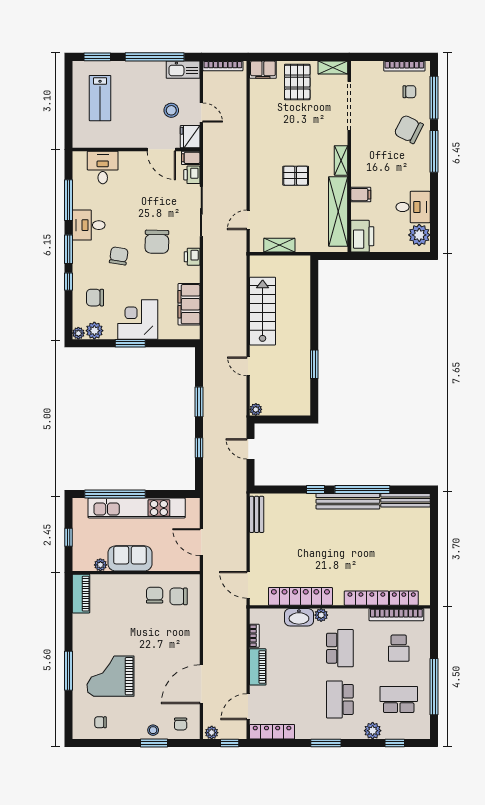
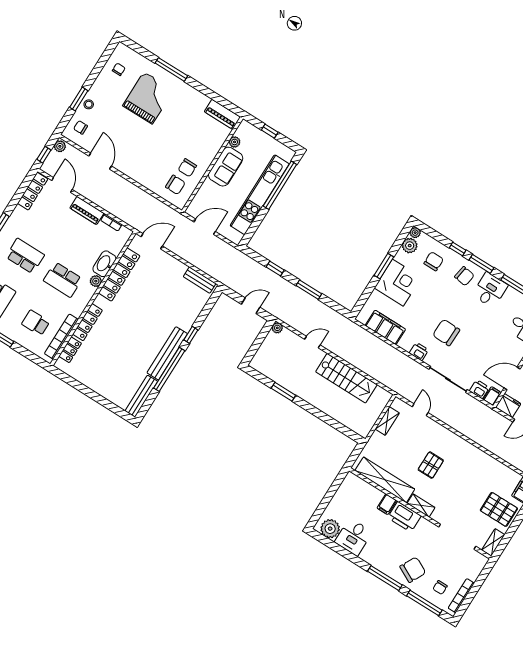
printer: (362, 236) -> (404, 517), moved
chair: (119, 256) -> (464, 276), moved
chair: (155, 595) -> (187, 168), turned 90
chair: (179, 596) -> (175, 185), turned 90
door: (201, 684) -> (100, 161), width x0.73

